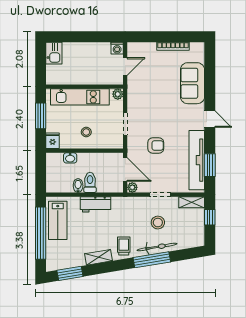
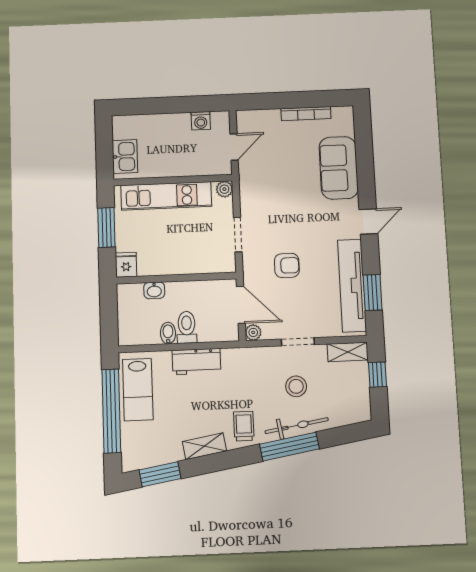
washing machine: (117, 48) -> (201, 121), moved
kitchen sink: (54, 53) -> (125, 157), moved
door: (210, 119) -> (368, 221), hinge flipped
stool: (86, 132) -> (178, 249), removed

